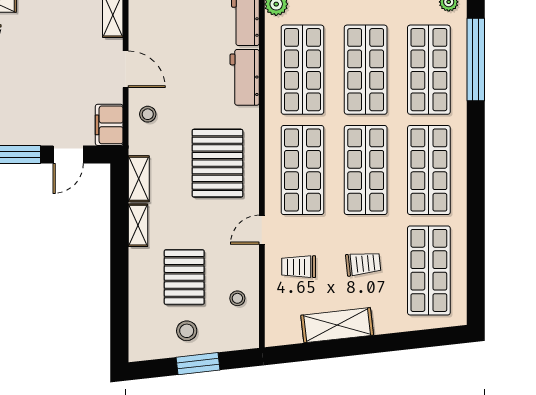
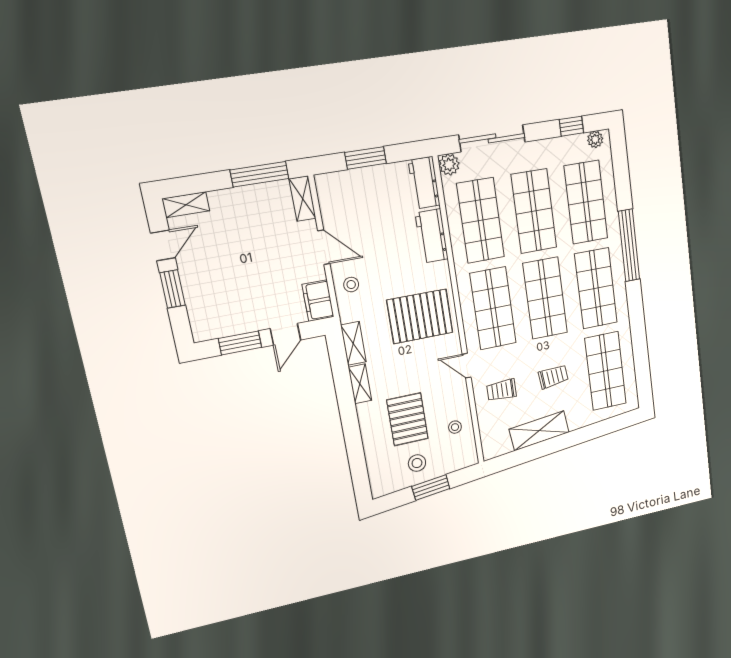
window: (476, 60) -> (629, 245), moved
pallet: (217, 163) -> (420, 316), turned 90
door: (262, 230) -> (467, 366), hinge flipped

